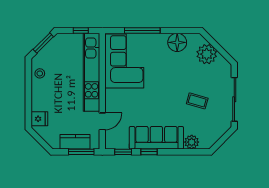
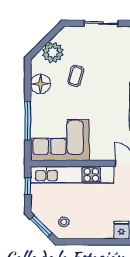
stool: (40, 73) -> (64, 222), moved
sliding door: (234, 99) -> (101, 23), width x0.73
coffee table: (197, 101) -> (76, 76), moved

